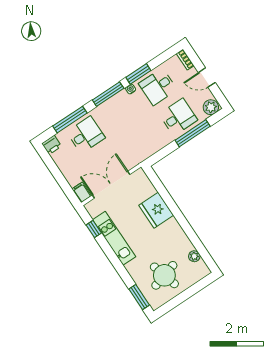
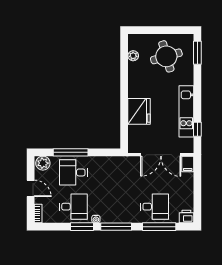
desk: (86, 135) -> (155, 207), turned 180

